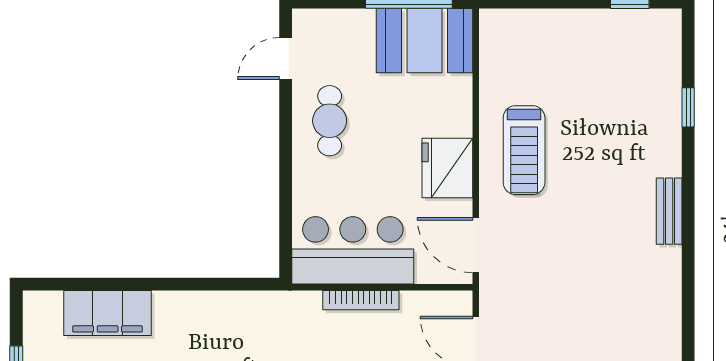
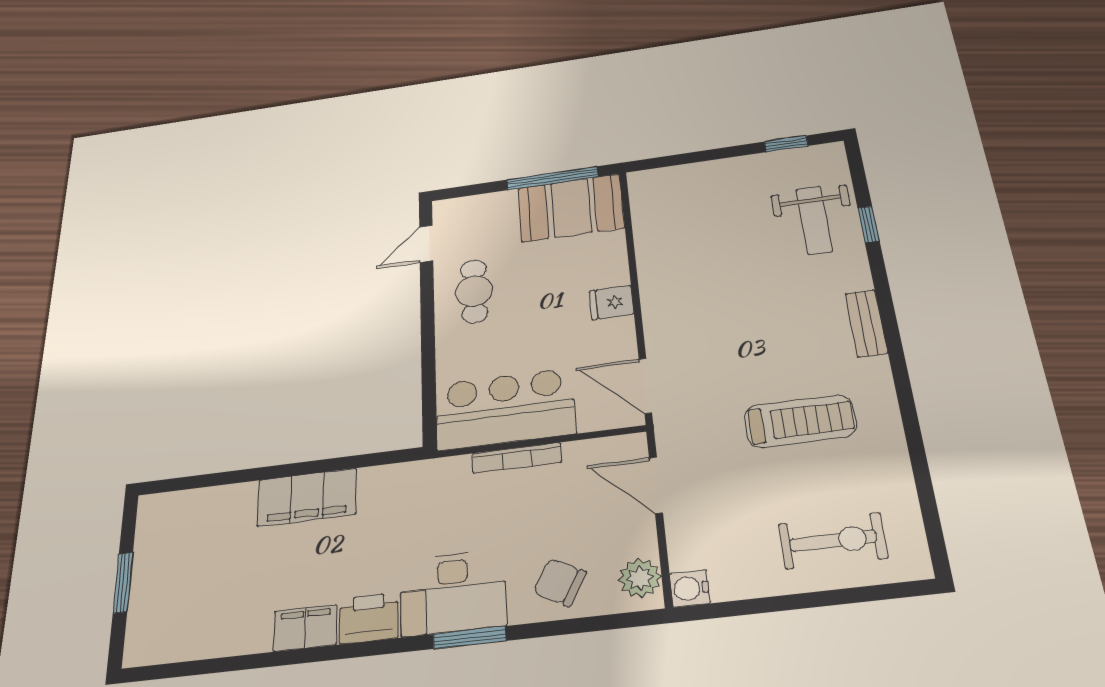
weight bench: (642, 94) -> (814, 220), added
treadmill: (524, 150) -> (800, 421), moved, turned -90
fridge: (447, 168) -> (612, 303), width x0.53, depth x0.75
filing cabinet: (108, 313) -> (307, 497), moved

